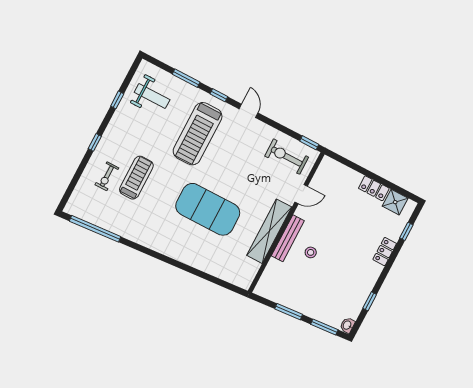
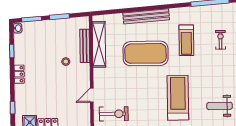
treadmill: (136, 178) -> (186, 40), moved
shelving: (269, 231) -> (99, 44), moved
bench: (288, 238) -> (85, 46), moved
locker: (385, 252) -> (19, 74), moved
bench: (182, 254) -> (146, 16), added

